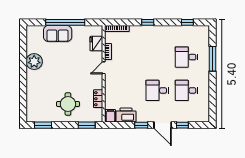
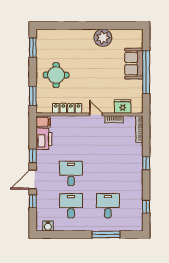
locker: (98, 99) -> (67, 108), width x1.53
water cooler: (205, 111) -> (48, 226), added

